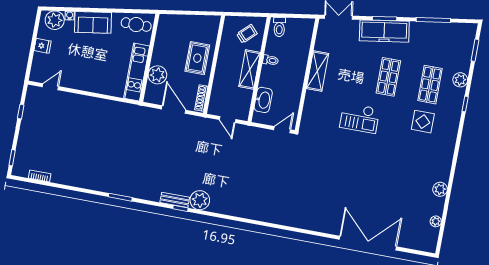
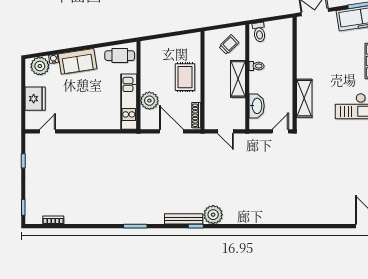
fridge: (43, 46) -> (35, 99), width x1.88, depth x1.34
shelving: (318, 71) -> (304, 98), moved
bench: (175, 200) -> (184, 219), width x1.36

